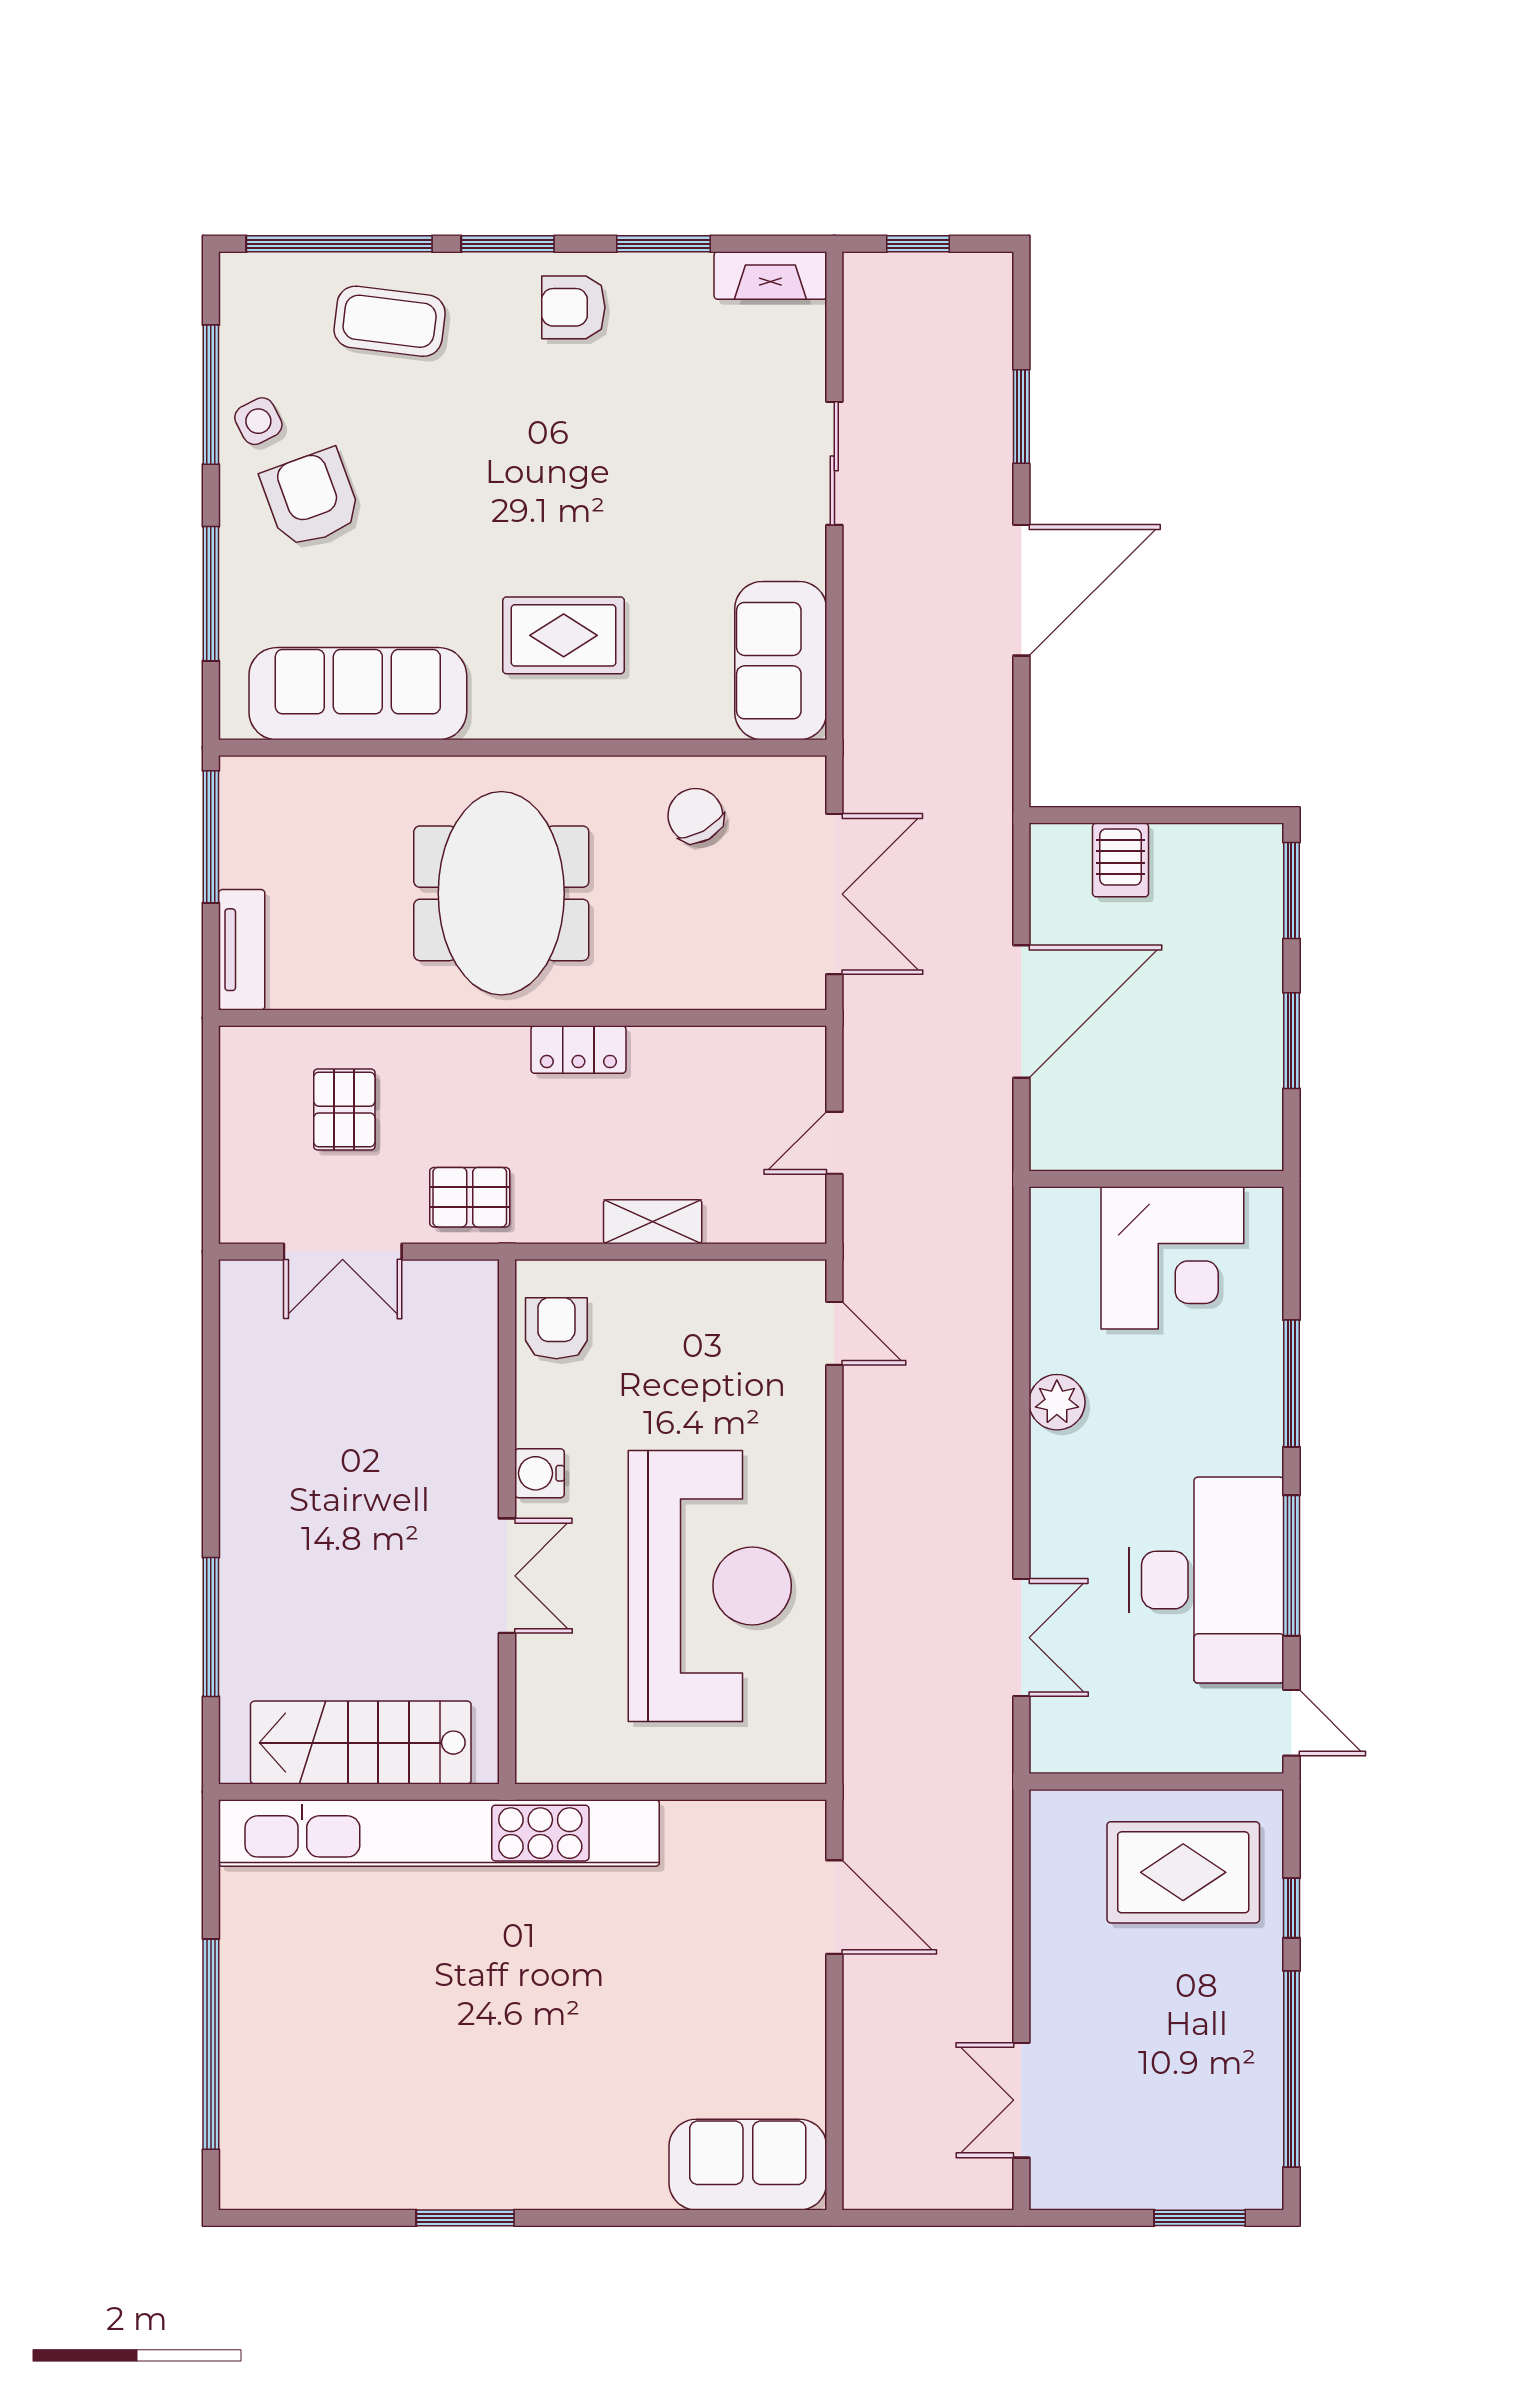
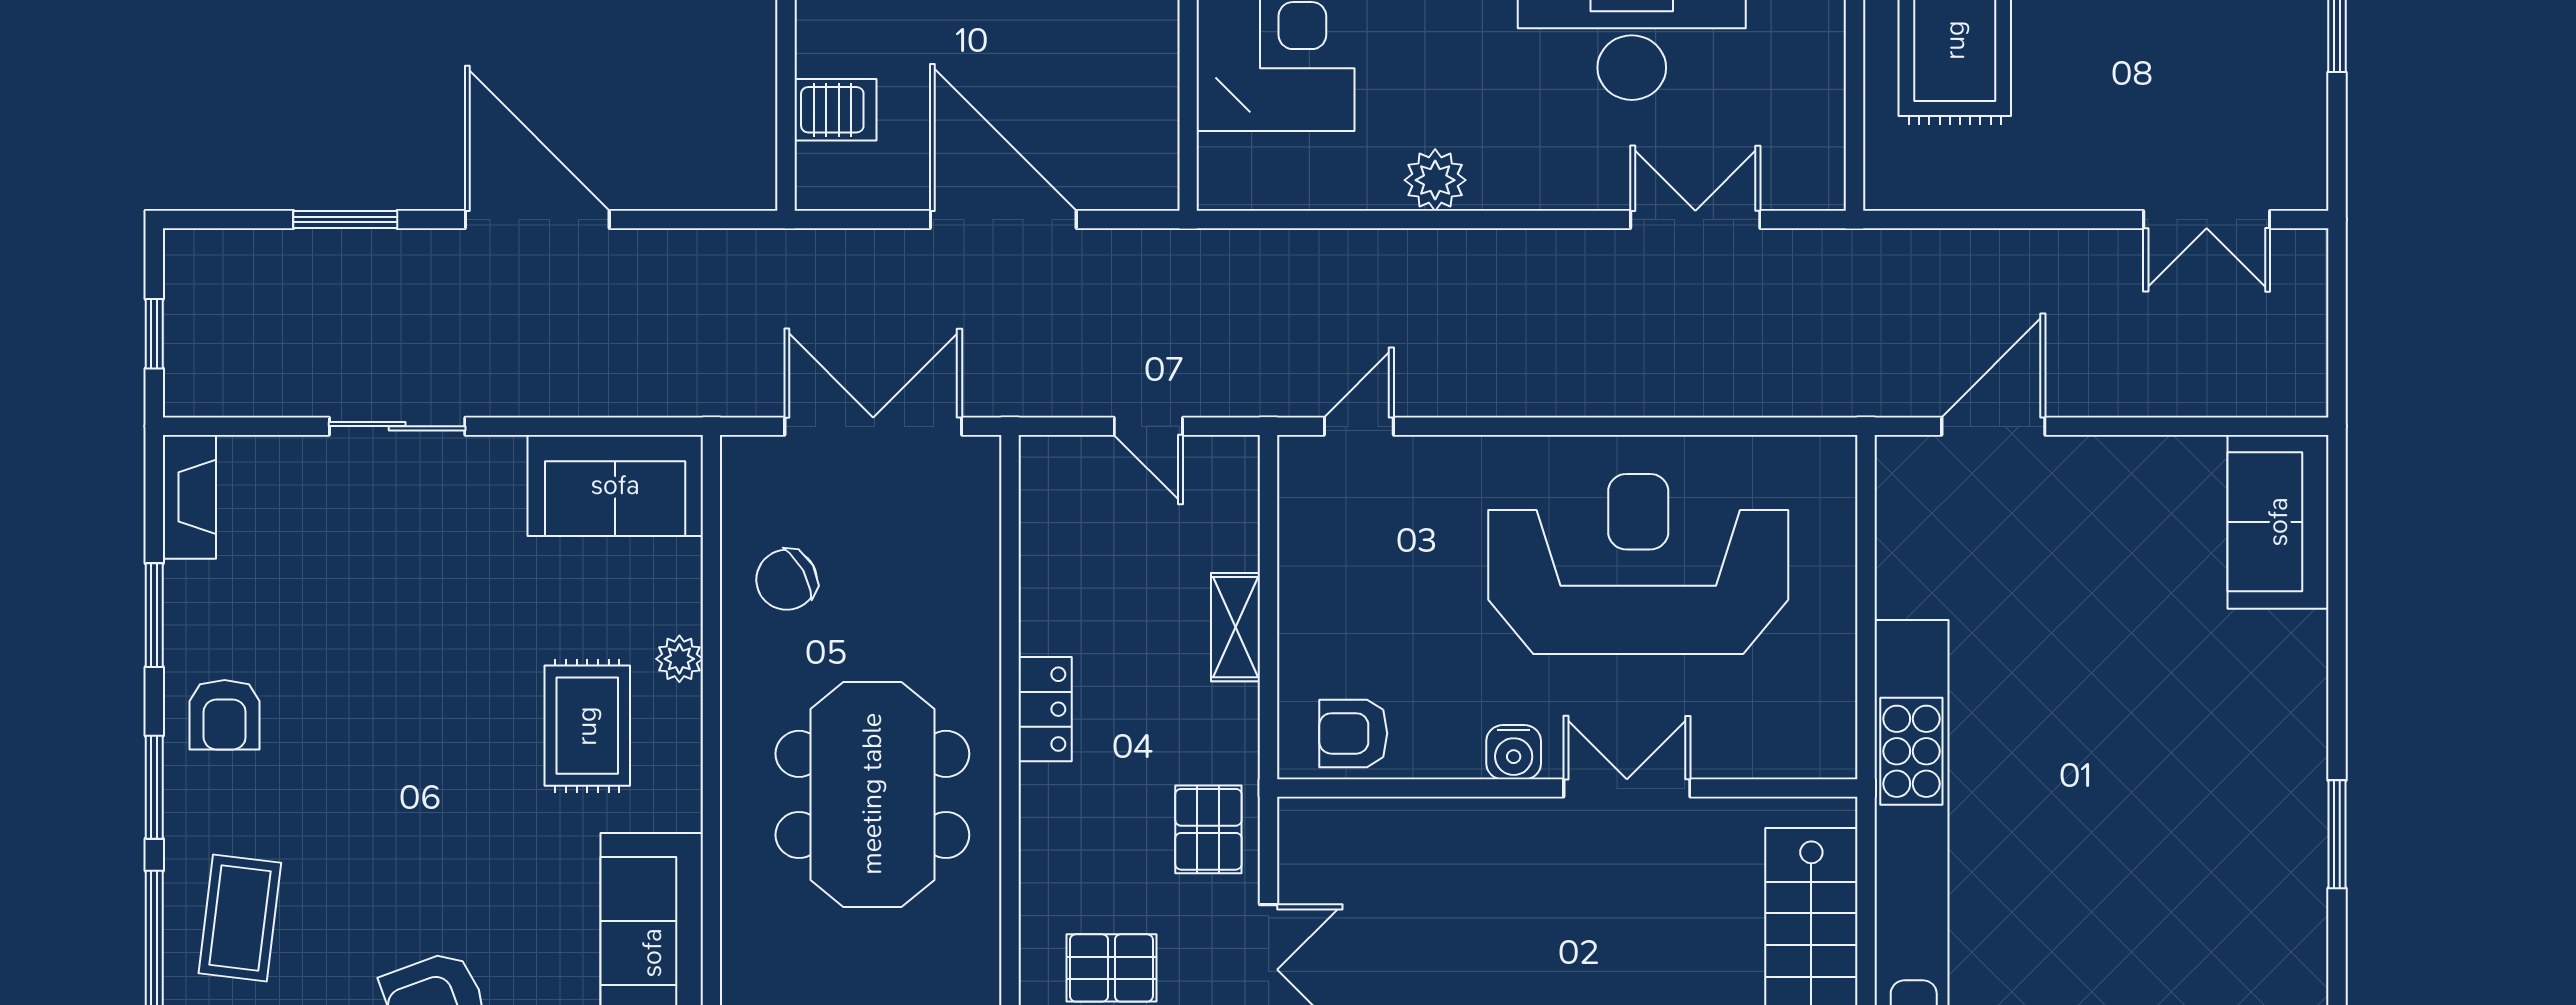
plant: (624, 719) -> (679, 659), added
meeting table: (501, 893) -> (872, 794), turned 90

